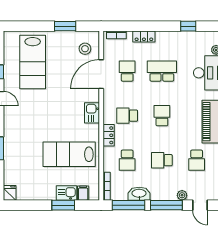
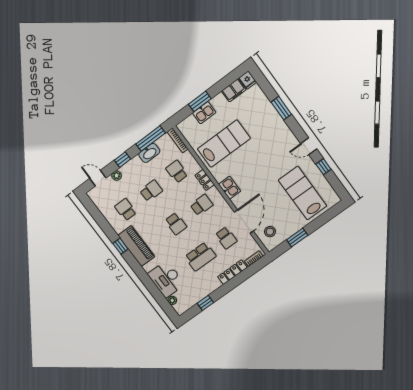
locker: (144, 37) -> (232, 272), width x1.53
filing cabinet: (83, 193) -> (234, 90), moved, width x2.00
window: (166, 205) -> (123, 160), width x0.46

